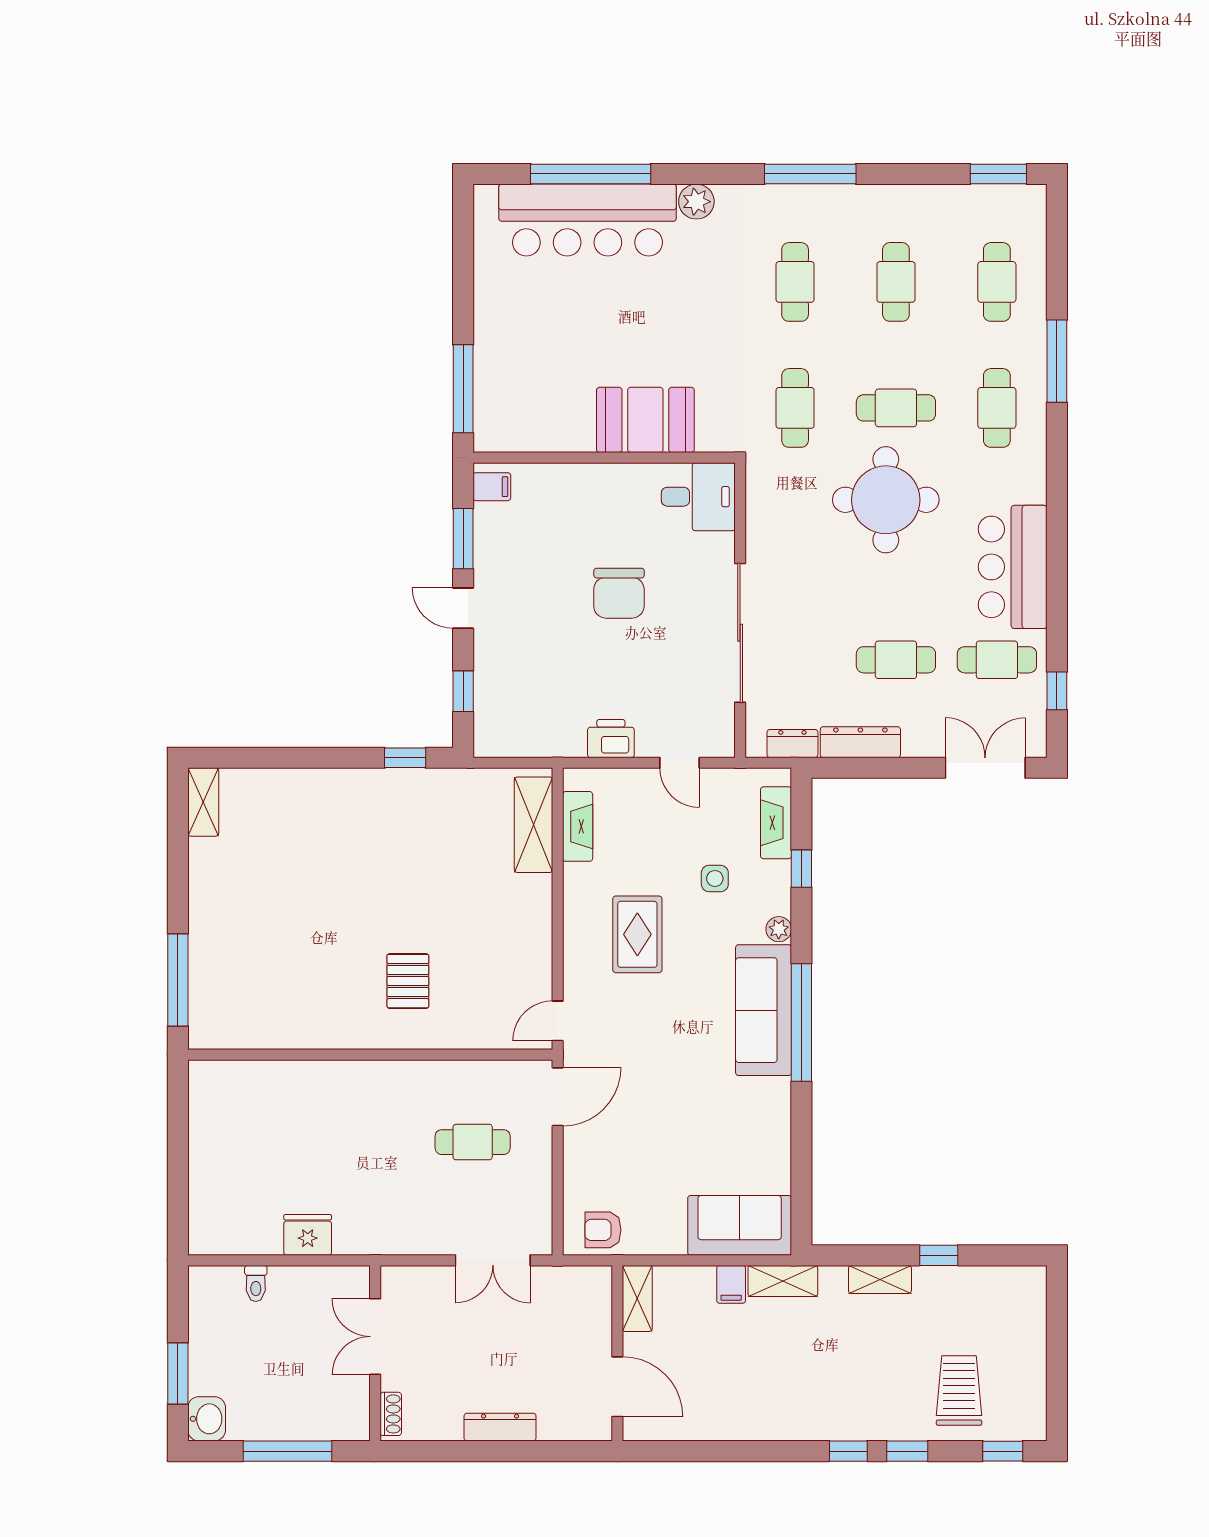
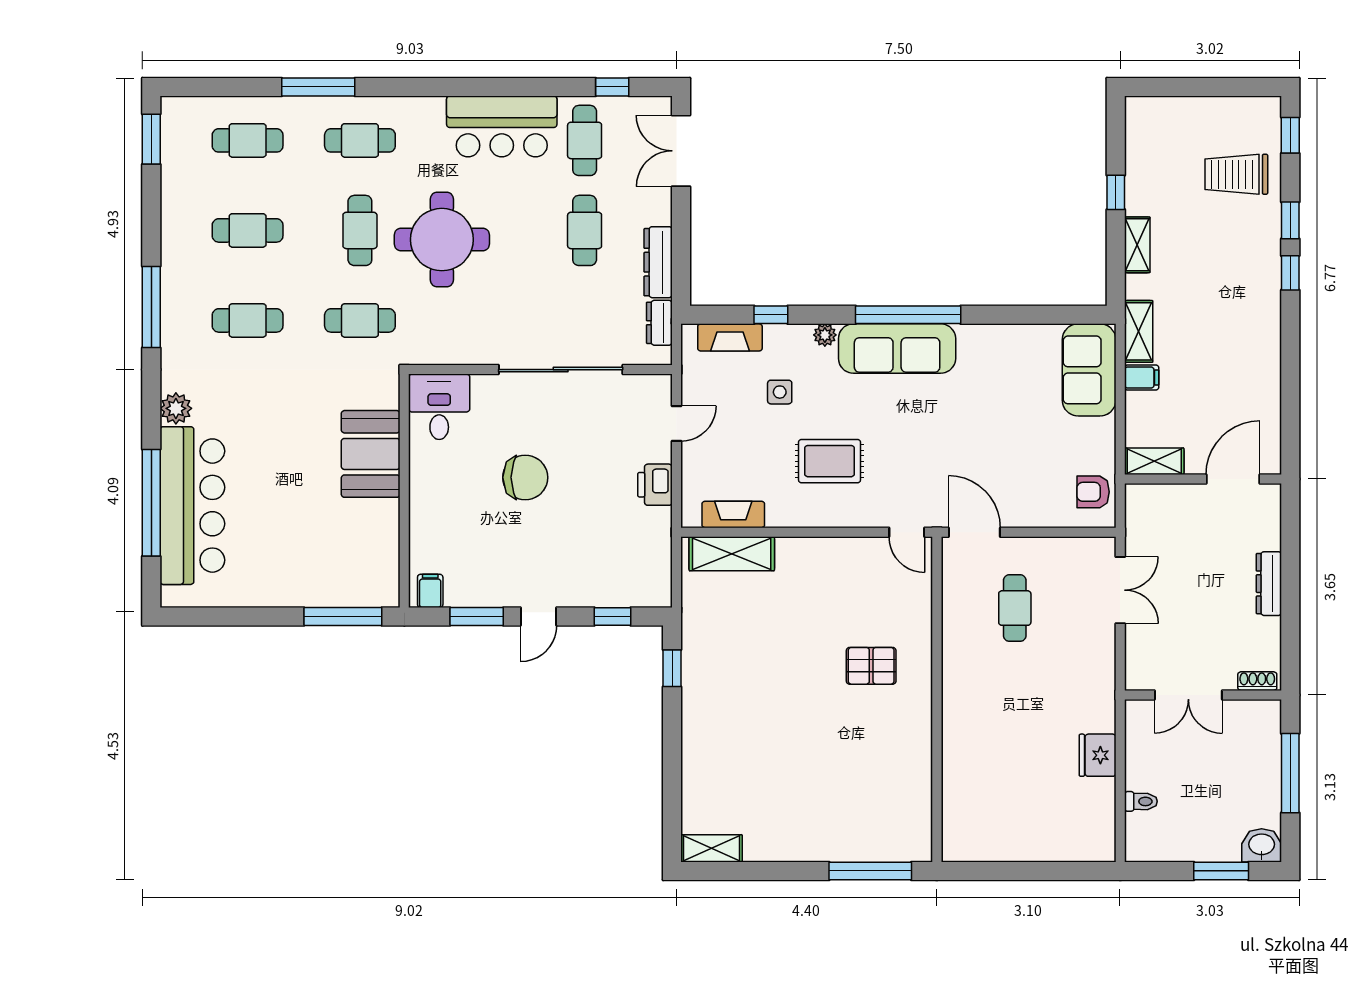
armchair: (603, 1230) -> (1093, 492), turned 90

